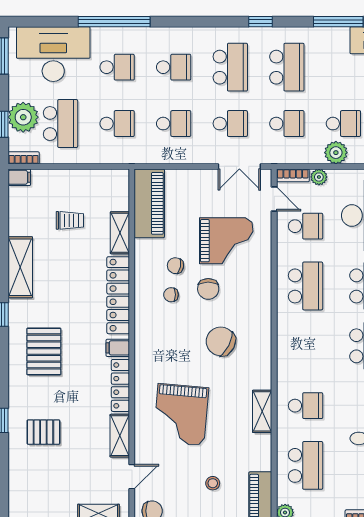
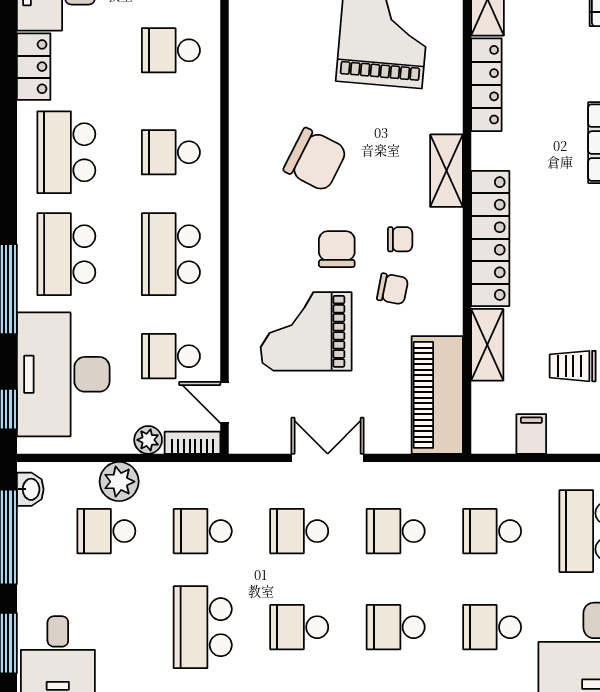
school desk: (230, 67) -> (299, 627), width x0.54
double door: (239, 166) -> (328, 458), moved
school desk: (306, 346) -> (171, 152), added
filing cabinet: (118, 348) -> (531, 434), moved, turned -90
shelving: (262, 411) -> (447, 171), moved

